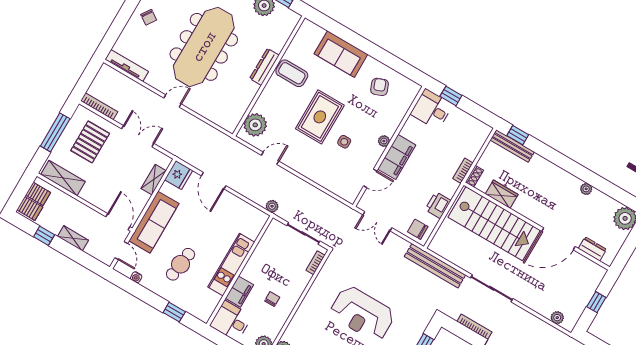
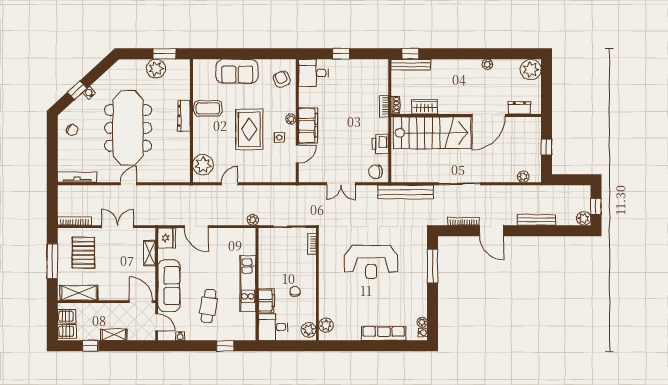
desk: (432, 109) -> (313, 73), moved
plant: (384, 141) -> (291, 119), moved
wall: (389, 146) -> (297, 121), moved
filing cabinet: (397, 157) -> (308, 125), moved
door: (370, 178) -> (297, 154), moved

